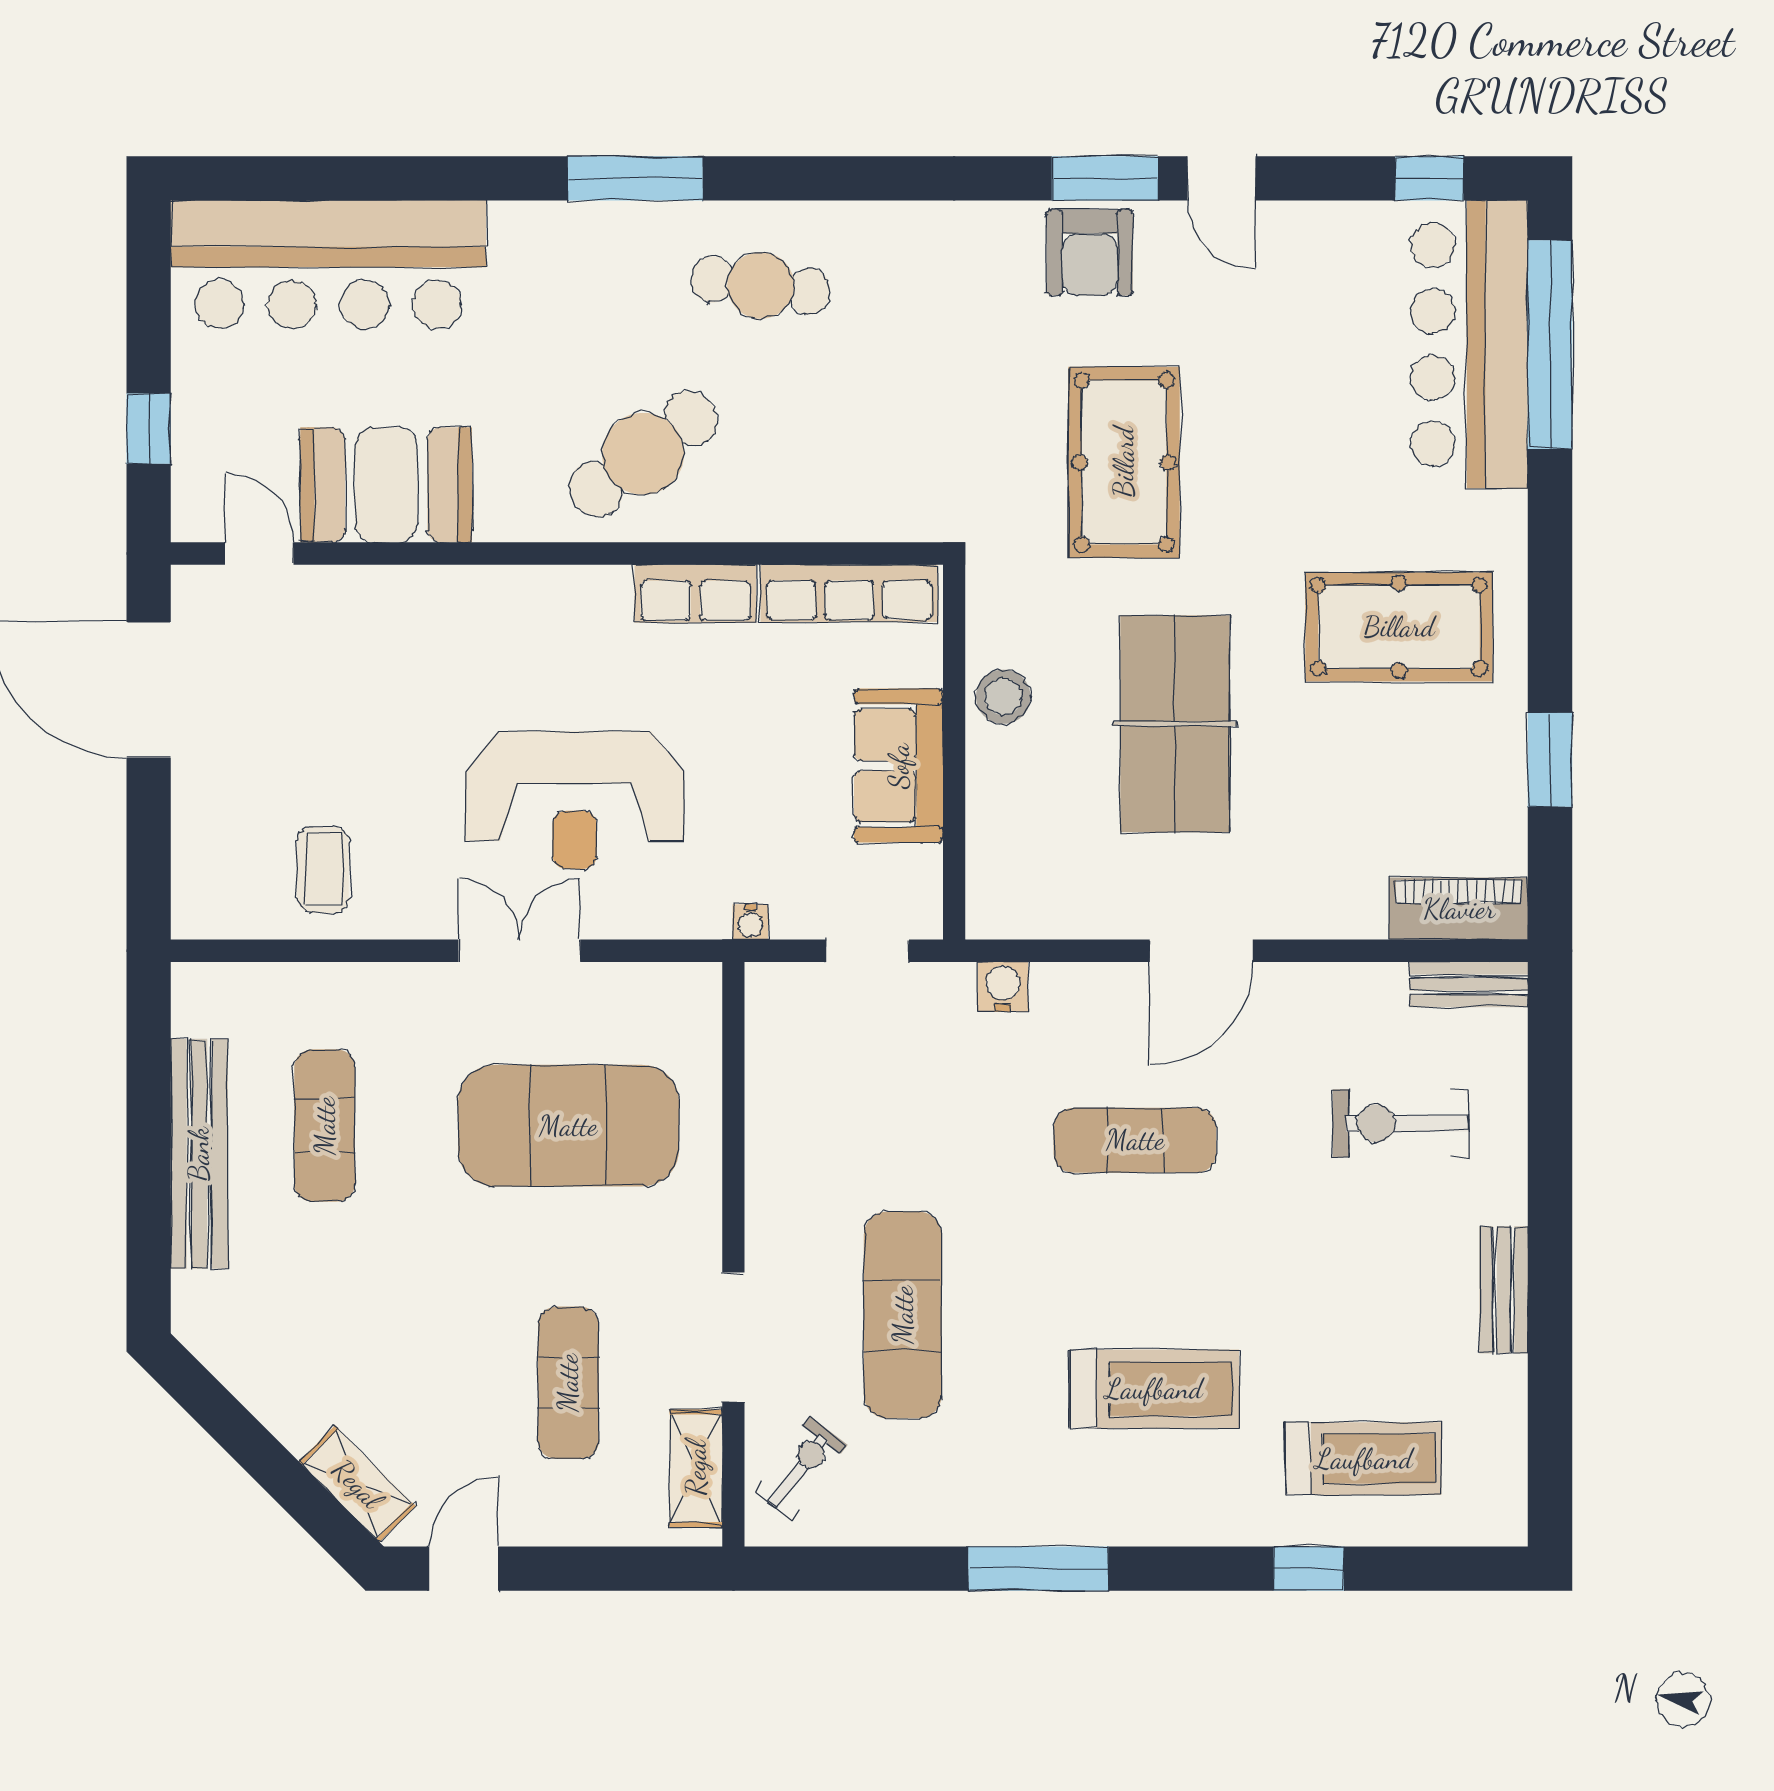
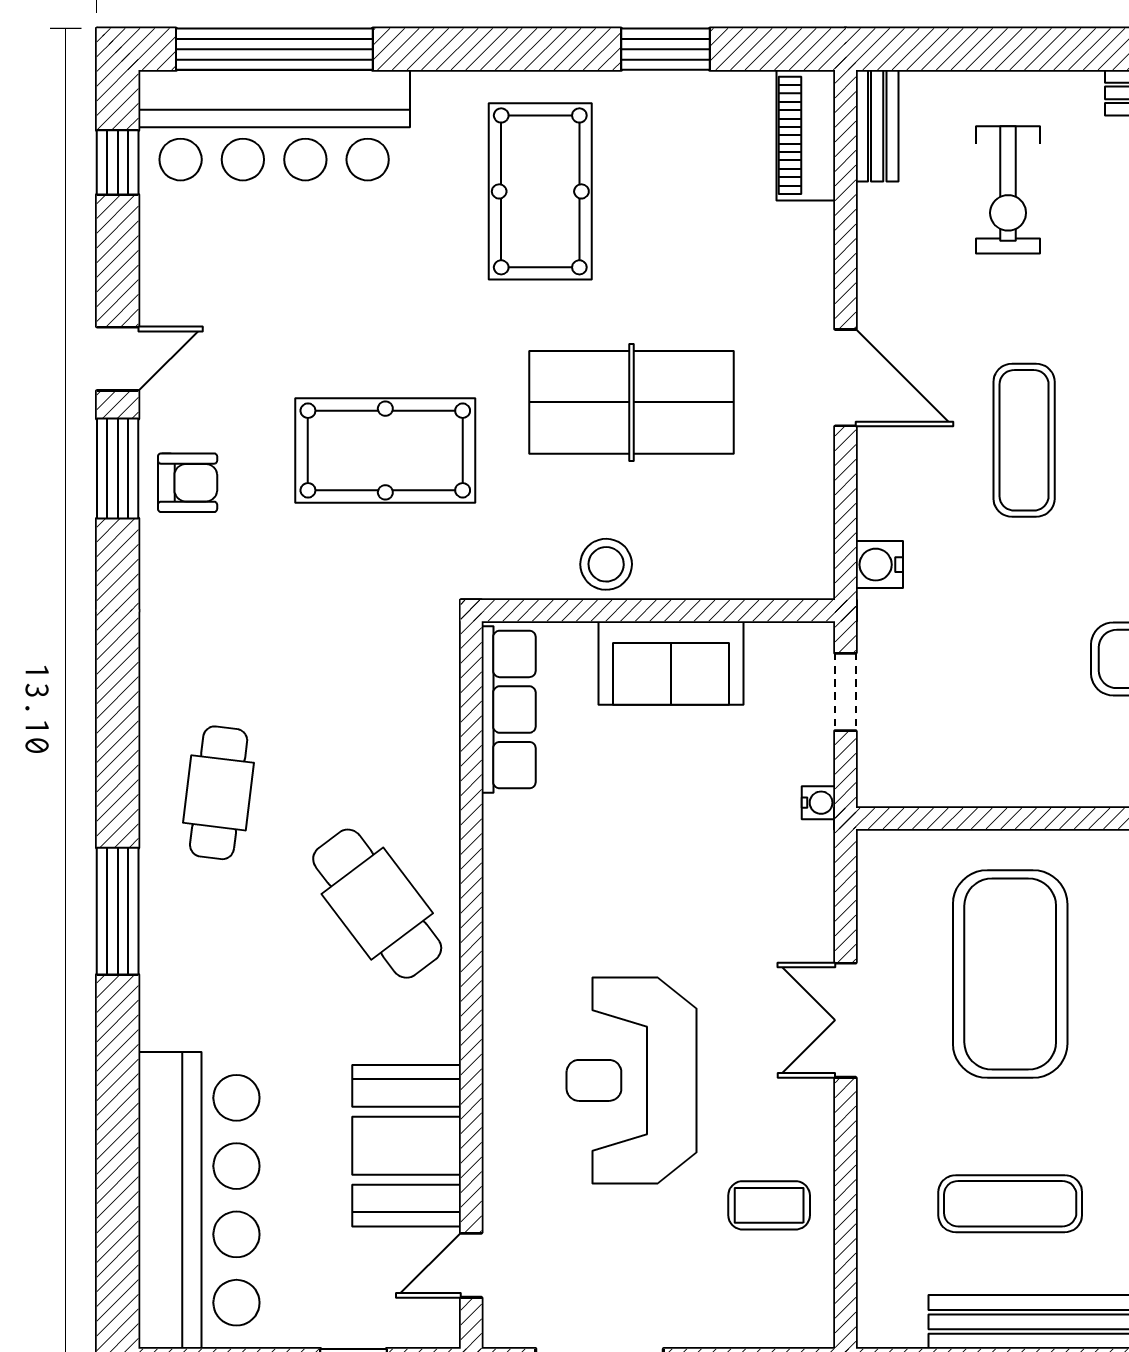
armchair: (1090, 252) -> (188, 483), width x0.72, depth x0.72
row of seats: (695, 594) -> (509, 854), removed
reception desk: (575, 800) -> (632, 1080), moved, turned 180

